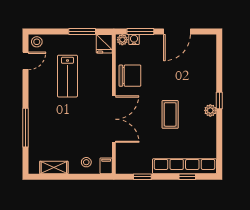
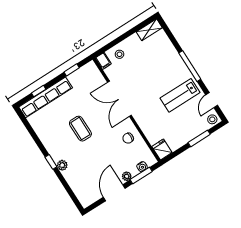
window: (82, 32) -> (199, 138), moved
plant: (122, 40) -> (127, 176), moved
lab bench: (67, 76) -> (180, 95), moved, turned -90
chair: (130, 76) -> (128, 138), width x0.54, depth x0.54
plant: (210, 110) -> (62, 165), moved
window: (26, 128) -> (190, 66), moved
shelving: (54, 168) -> (149, 30), moved

